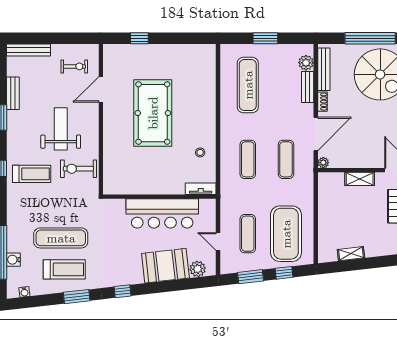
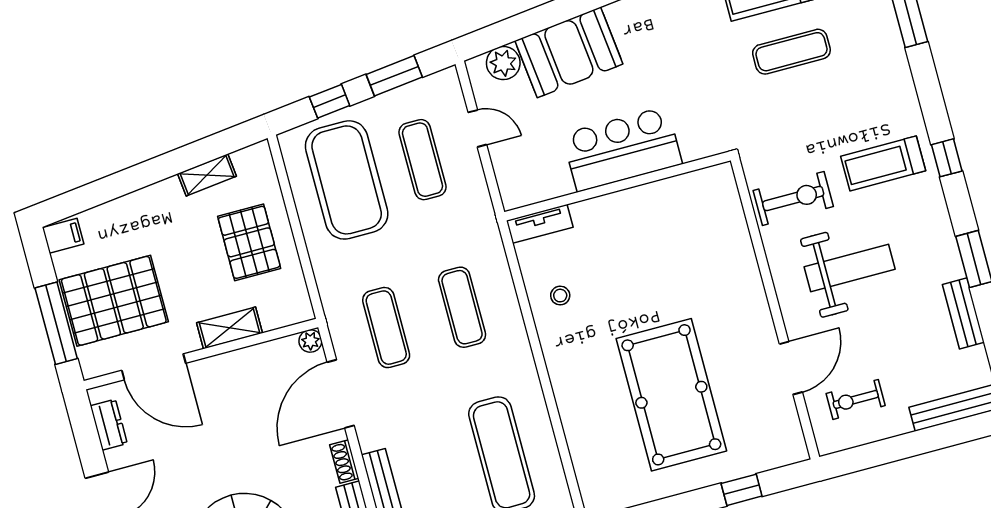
pool table: (153, 113) -> (671, 395), moved
weight bench: (61, 129) -> (850, 268), turned -90
bar counter: (162, 213) -> (622, 149), width x0.73
pallet: (340, 217) -> (249, 242), added
exercise mat: (61, 238) -> (791, 52), width x0.73, depth x0.69

